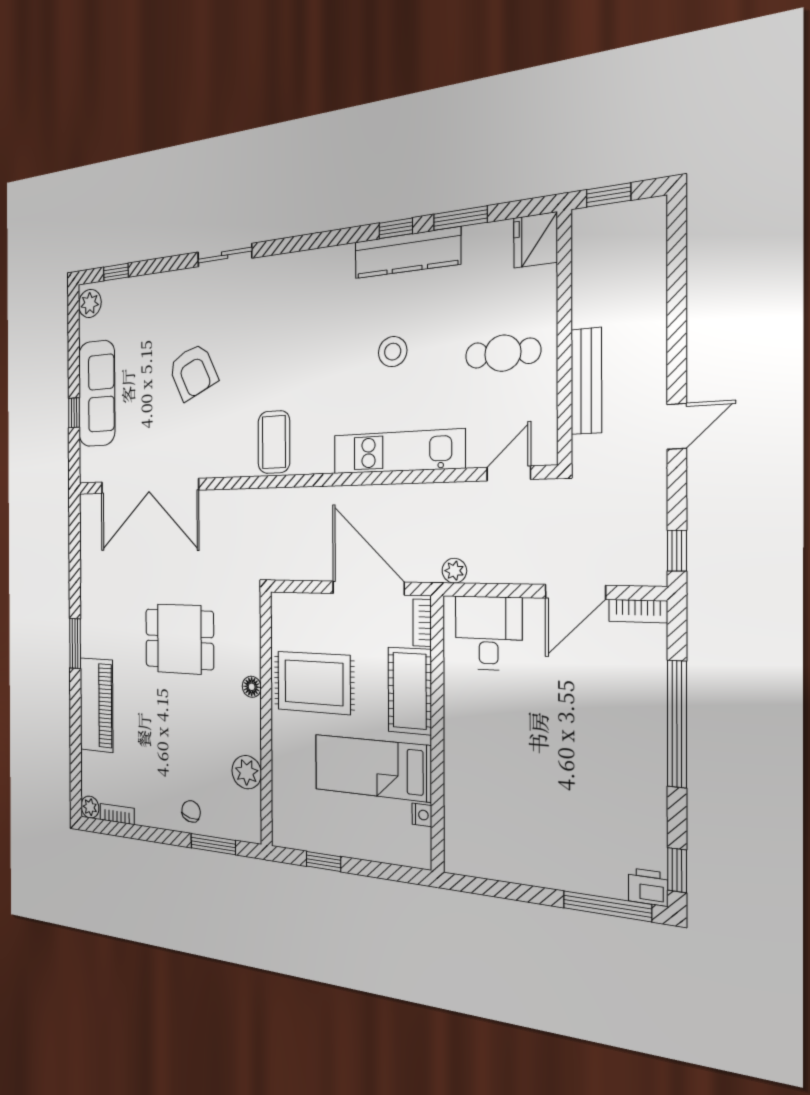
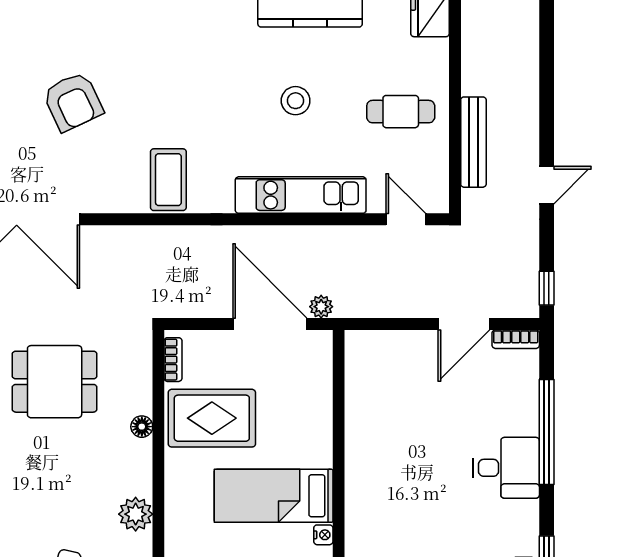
door: (509, 473) -> (406, 219), hinge flipped
plant: (454, 571) -> (321, 307), moved
bookcase: (422, 623) -> (173, 360), moved, turned 180
desk: (488, 633) -> (506, 468), moved, turned 90
cot: (410, 691) -> (312, 420), removed

